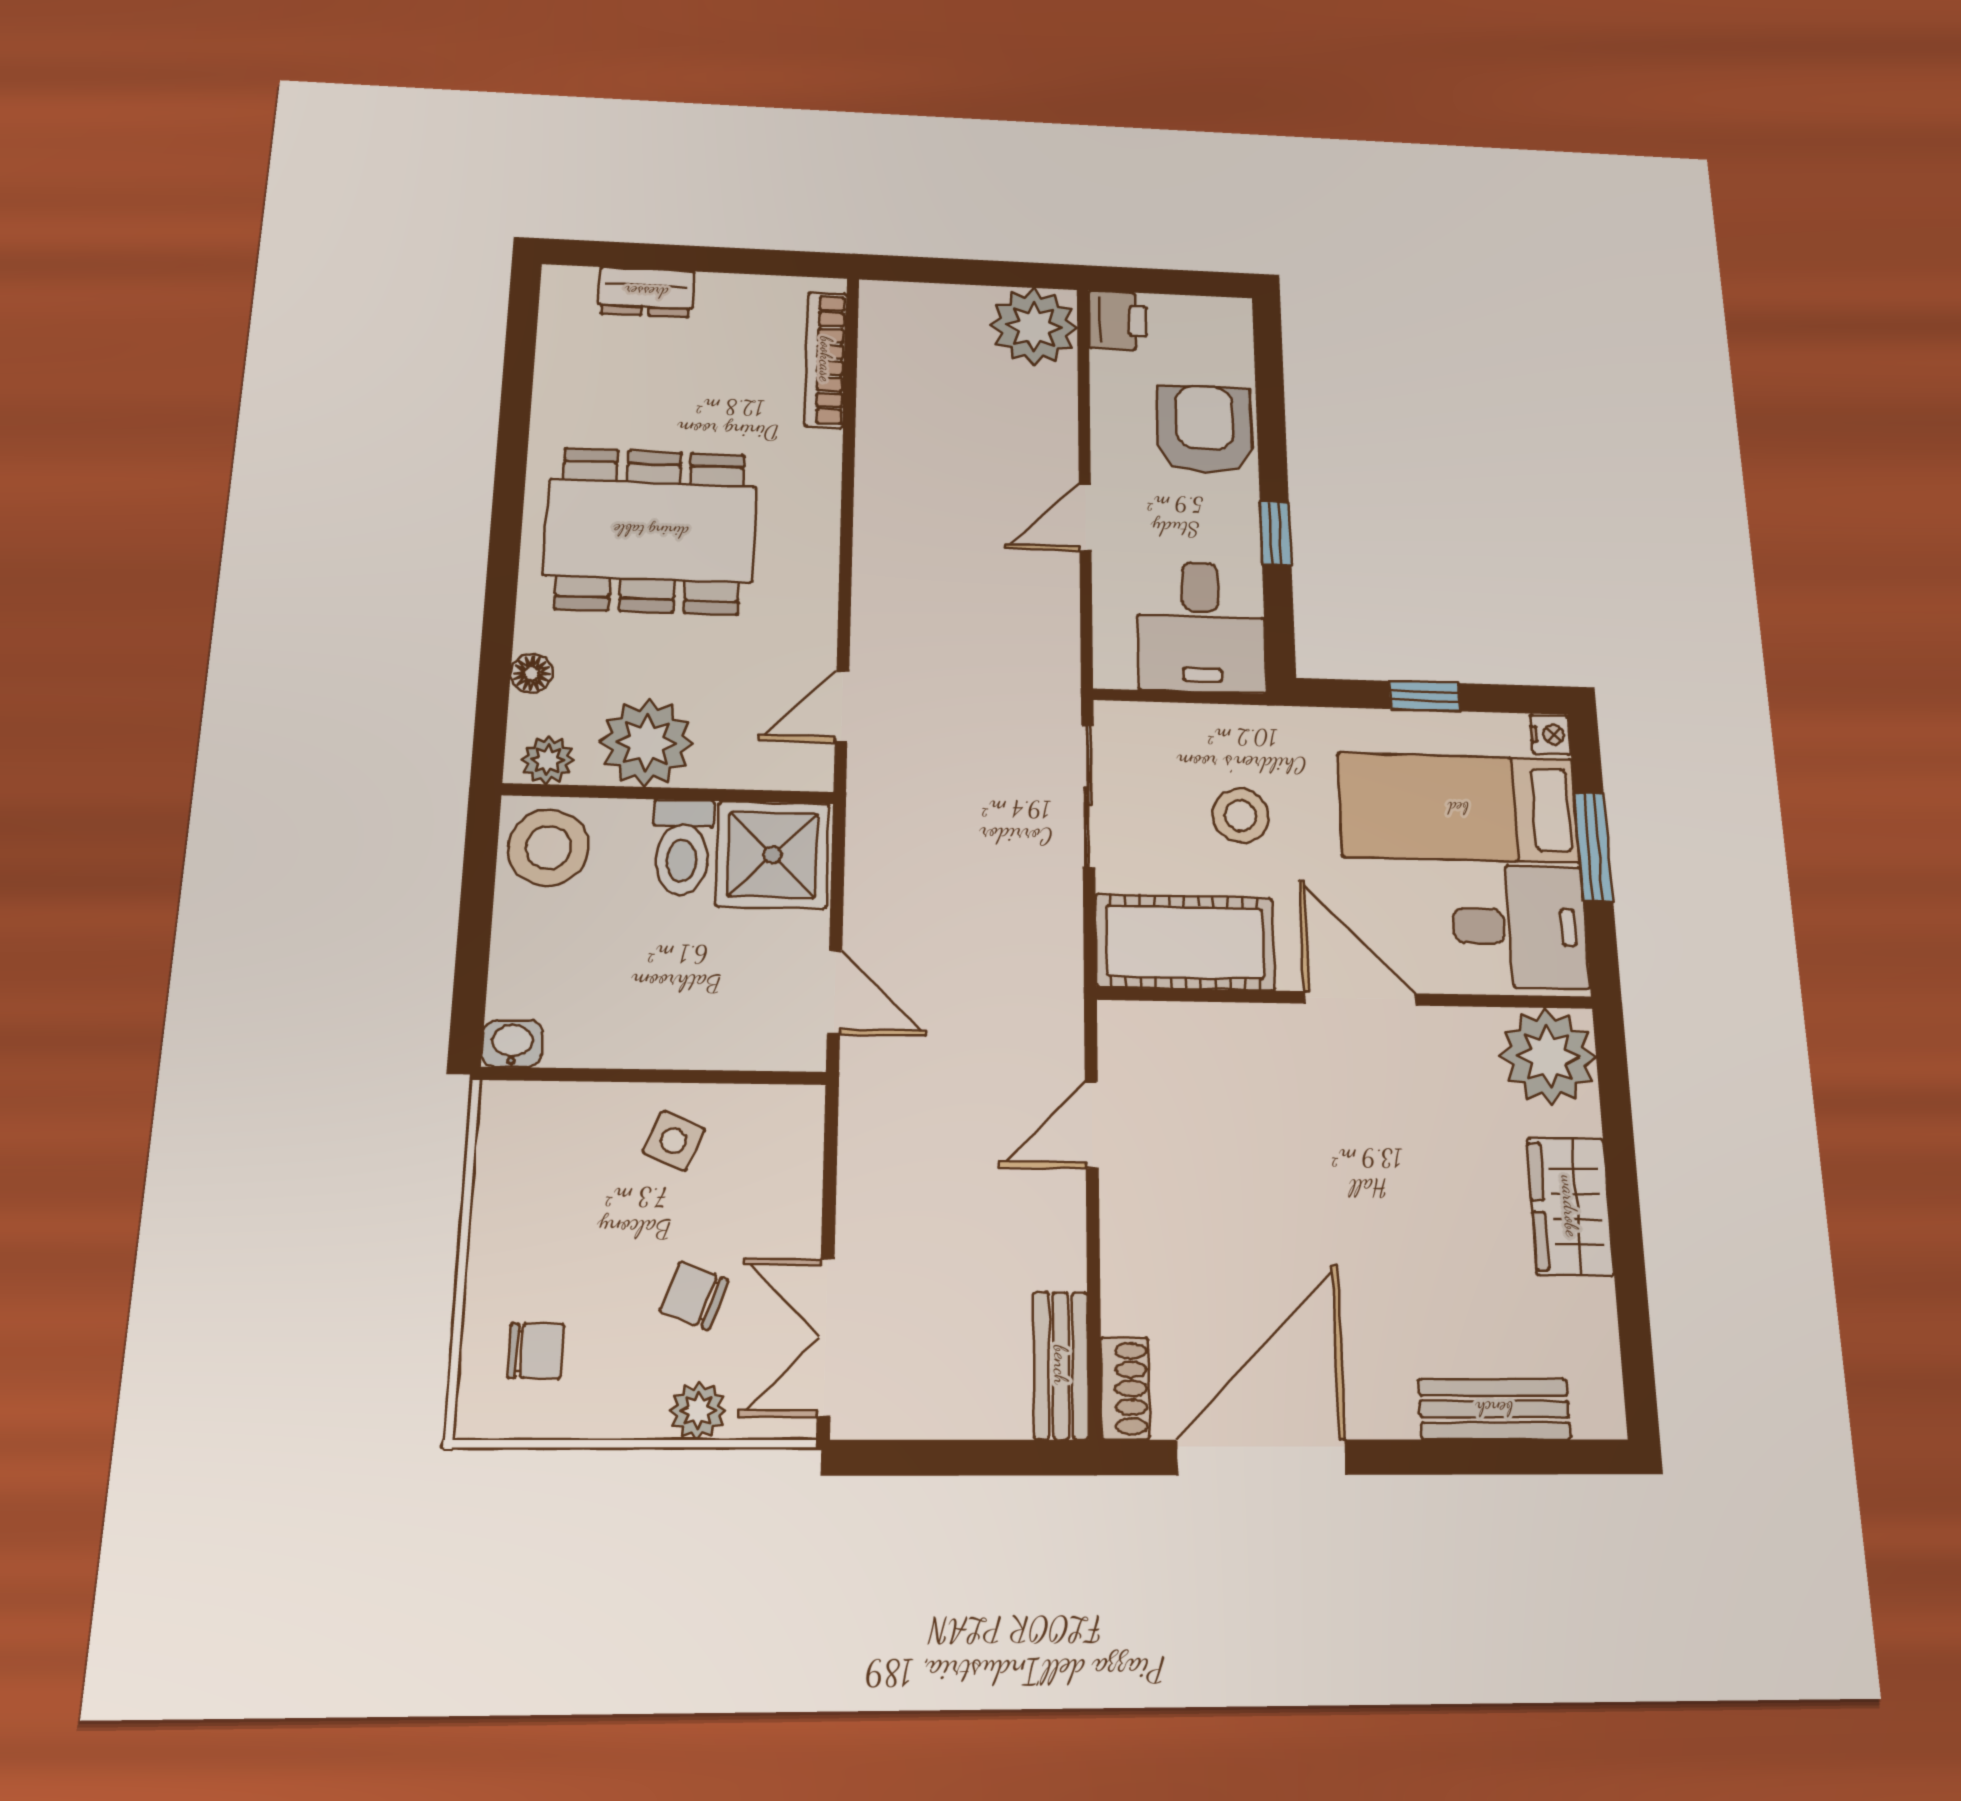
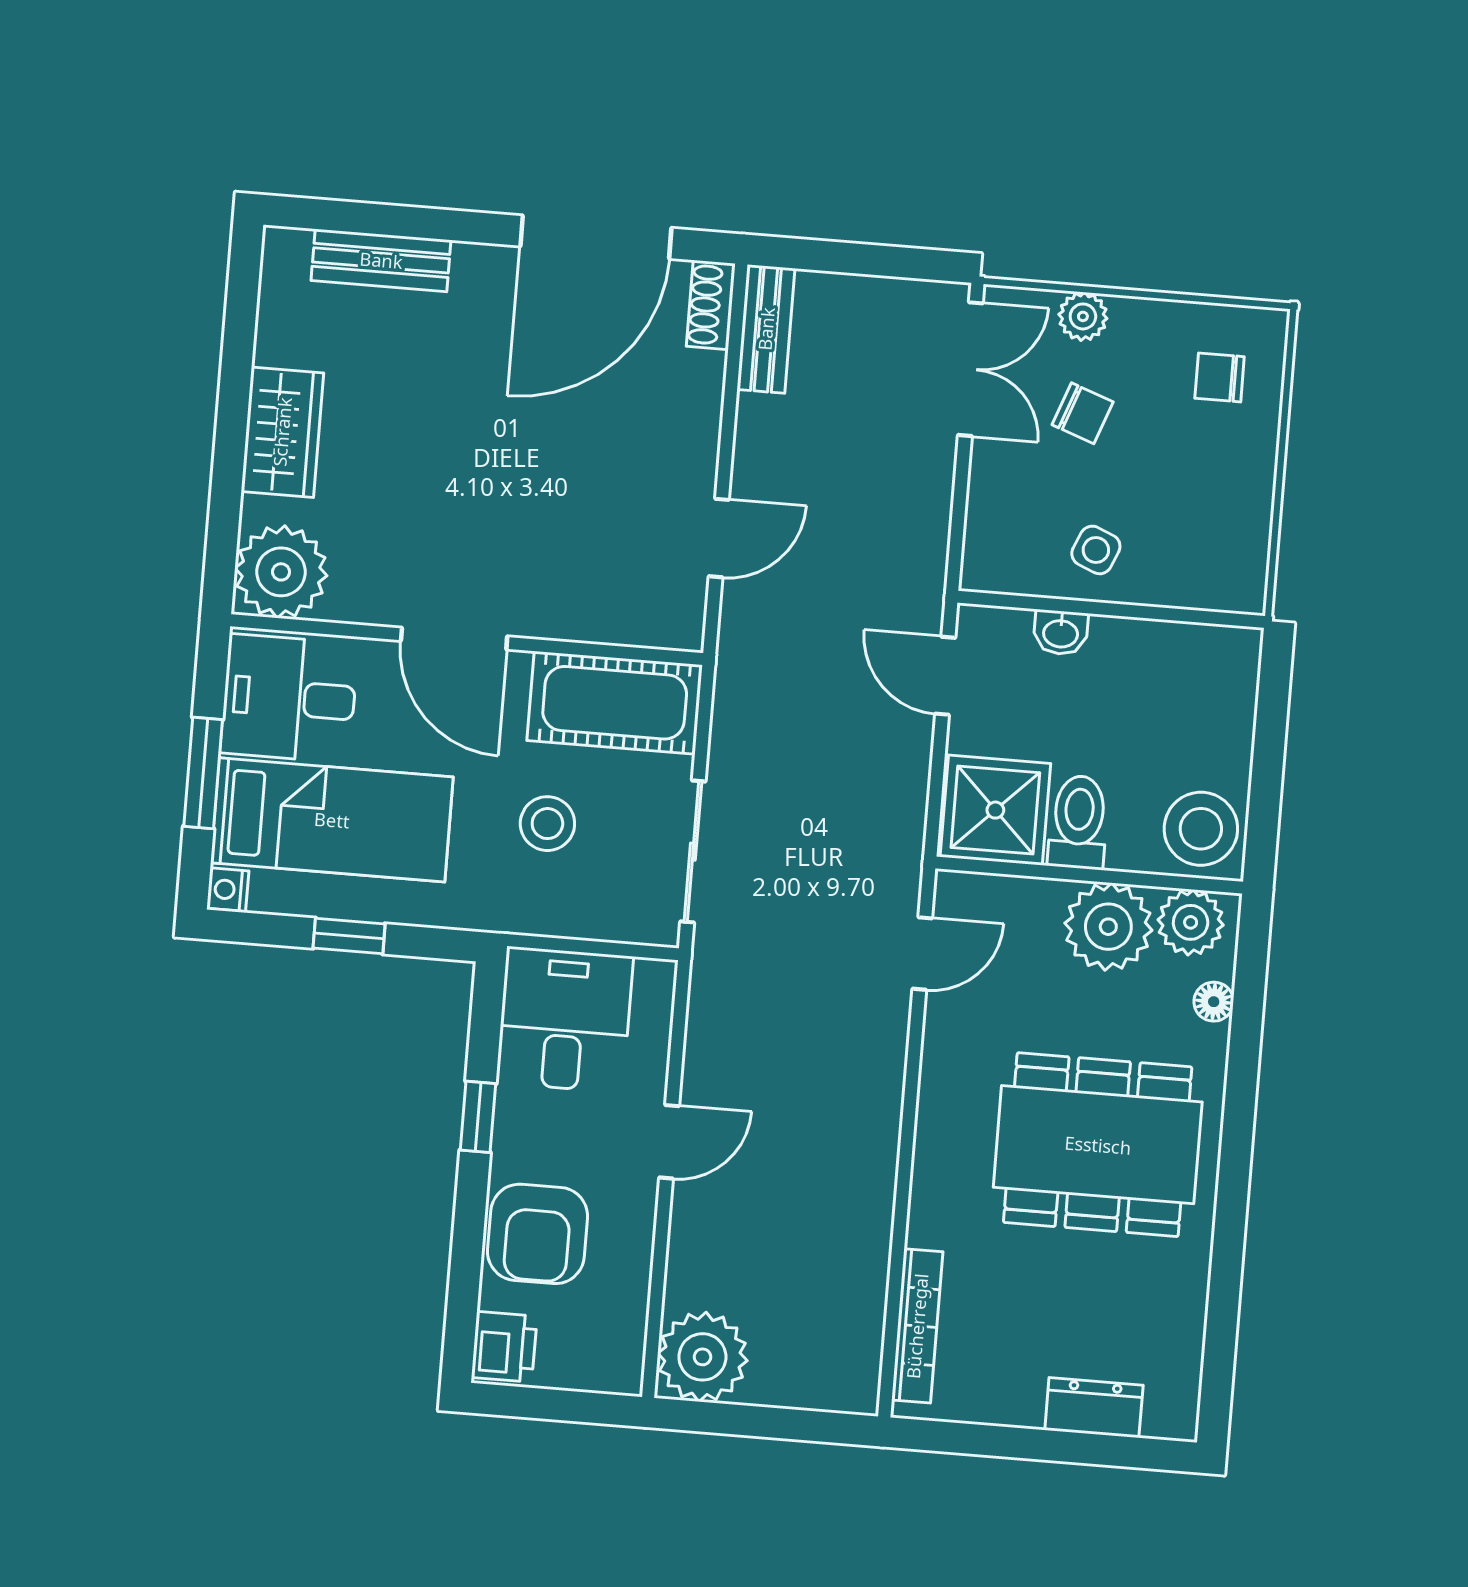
printer: (1118, 320) -> (504, 1347), moved, turned 180
plant: (548, 760) -> (1191, 922), width x1.38, depth x1.38
washbasin: (512, 1044) -> (1061, 633), moved

